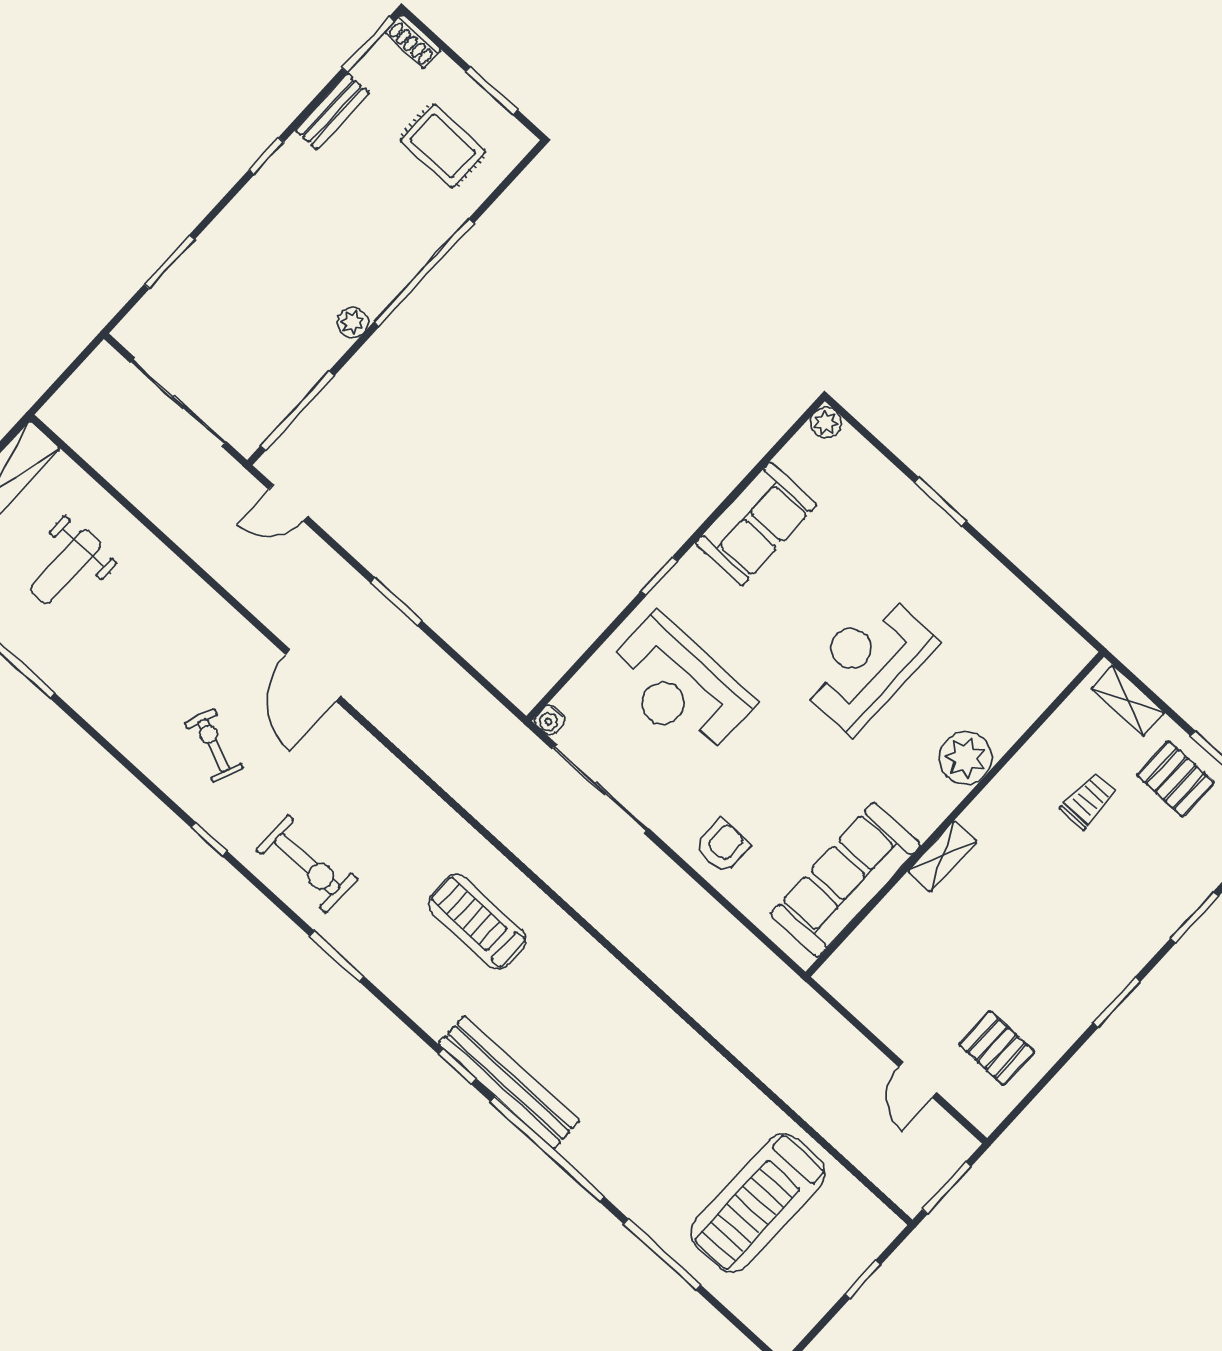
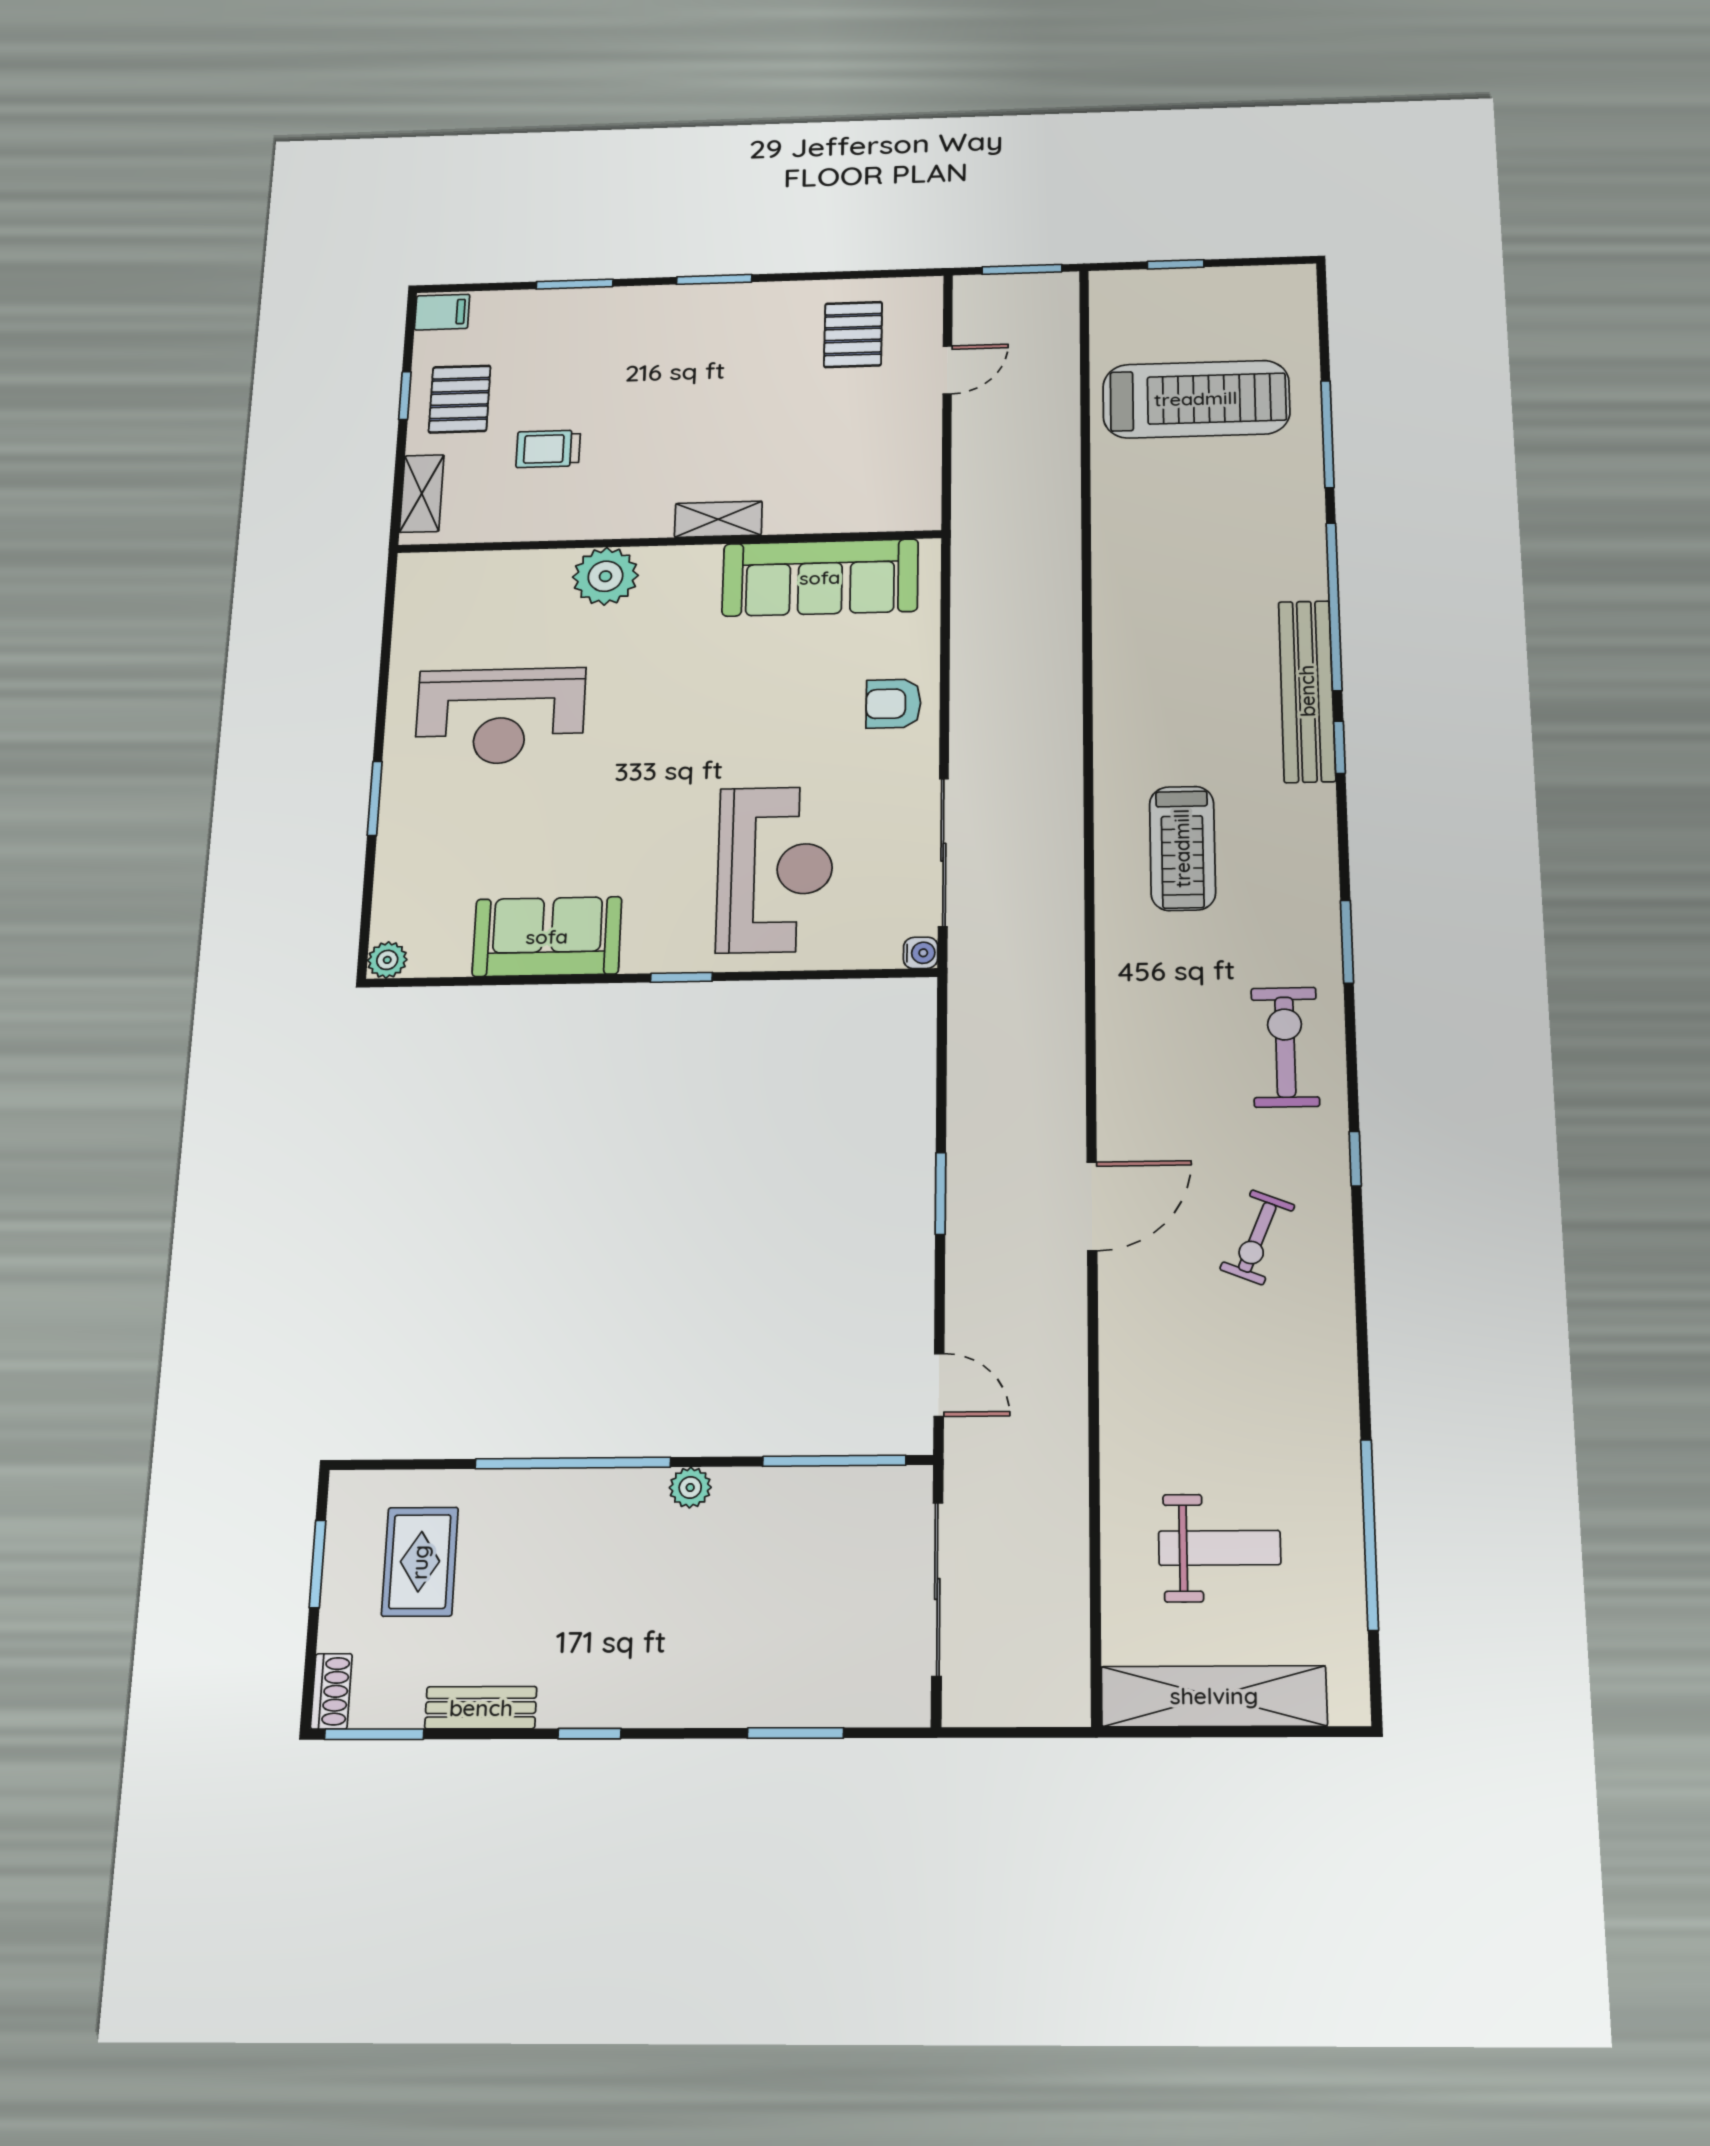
reception desk: (867, 663) -> (500, 716), moved

